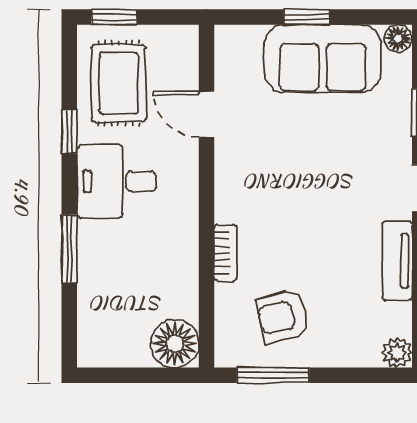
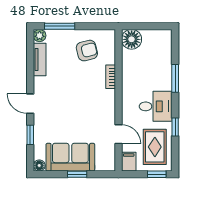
filing cabinet: (182, 48) -> (129, 162), added
tv unit: (397, 261) -> (40, 59), moved
window: (273, 375) -> (60, 26), moved

